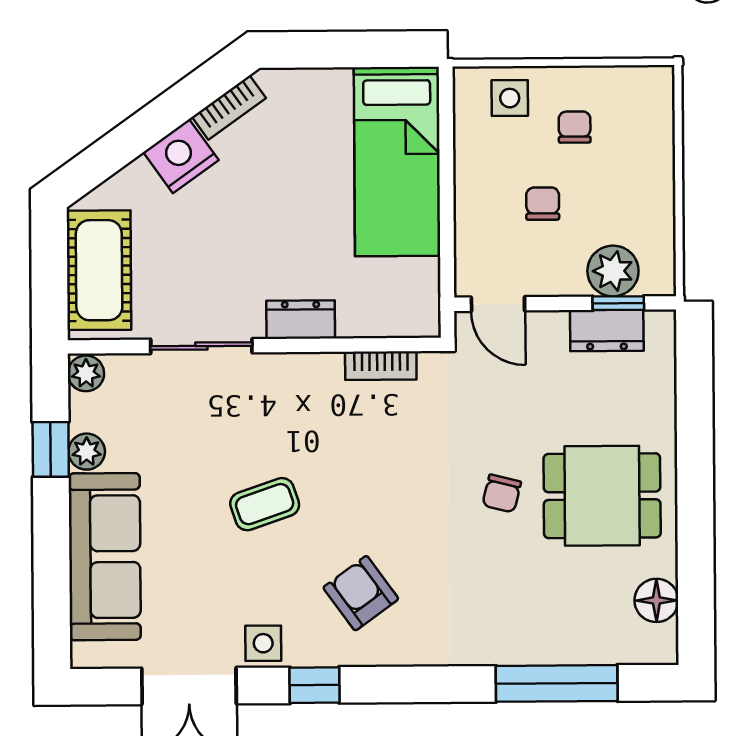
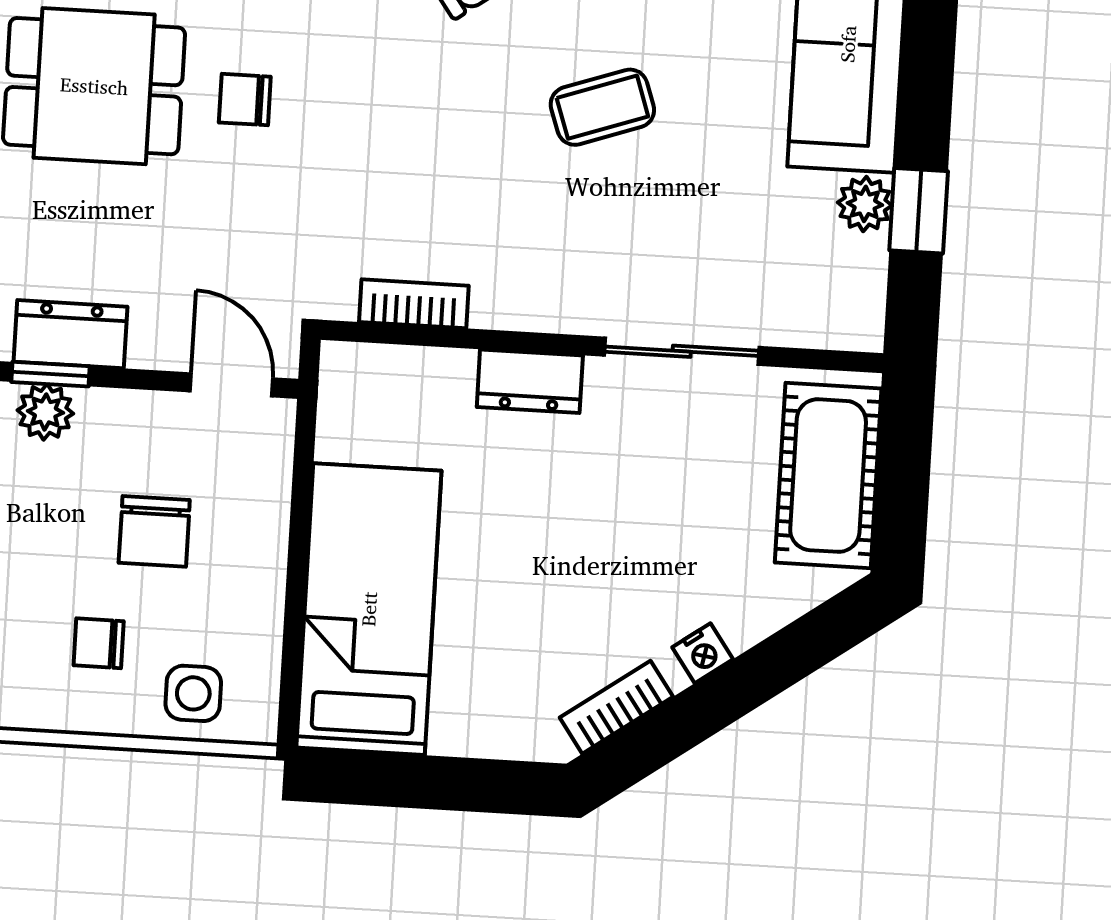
chair: (575, 127) -> (99, 643), turned 90
nightstand: (181, 156) -> (703, 653), width x0.53, depth x0.56
chair: (543, 204) -> (154, 531), width x1.37, depth x1.37
plant: (613, 271) -> (45, 412), width x0.73, depth x0.73
plant: (86, 373) -> (858, 322), removed
chair: (502, 493) -> (245, 100), turned -104

